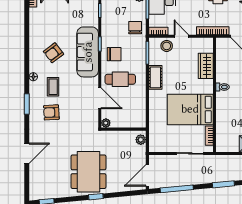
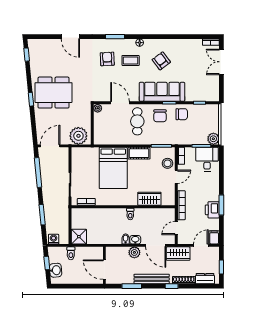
chair: (135, 28) -> (182, 114), moved
door: (100, 98) -> (120, 103), swing flipped
bed: (190, 109) -> (113, 168), moved, turned 180
plant: (141, 140) -> (78, 136), width x1.88, depth x1.88
door: (147, 175) -> (50, 146), hinge flipped

